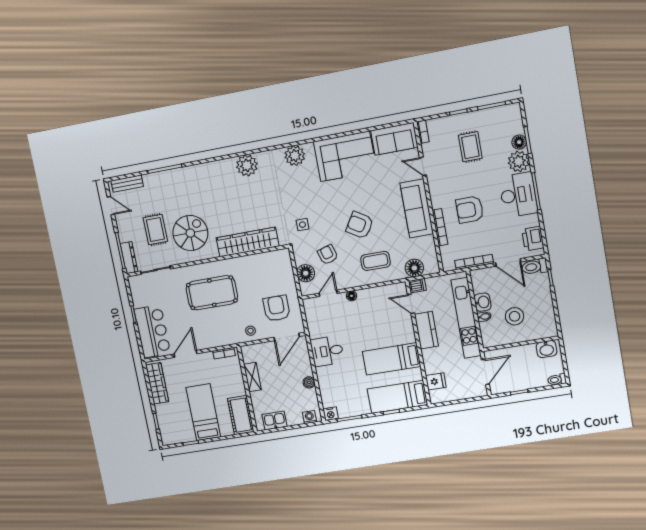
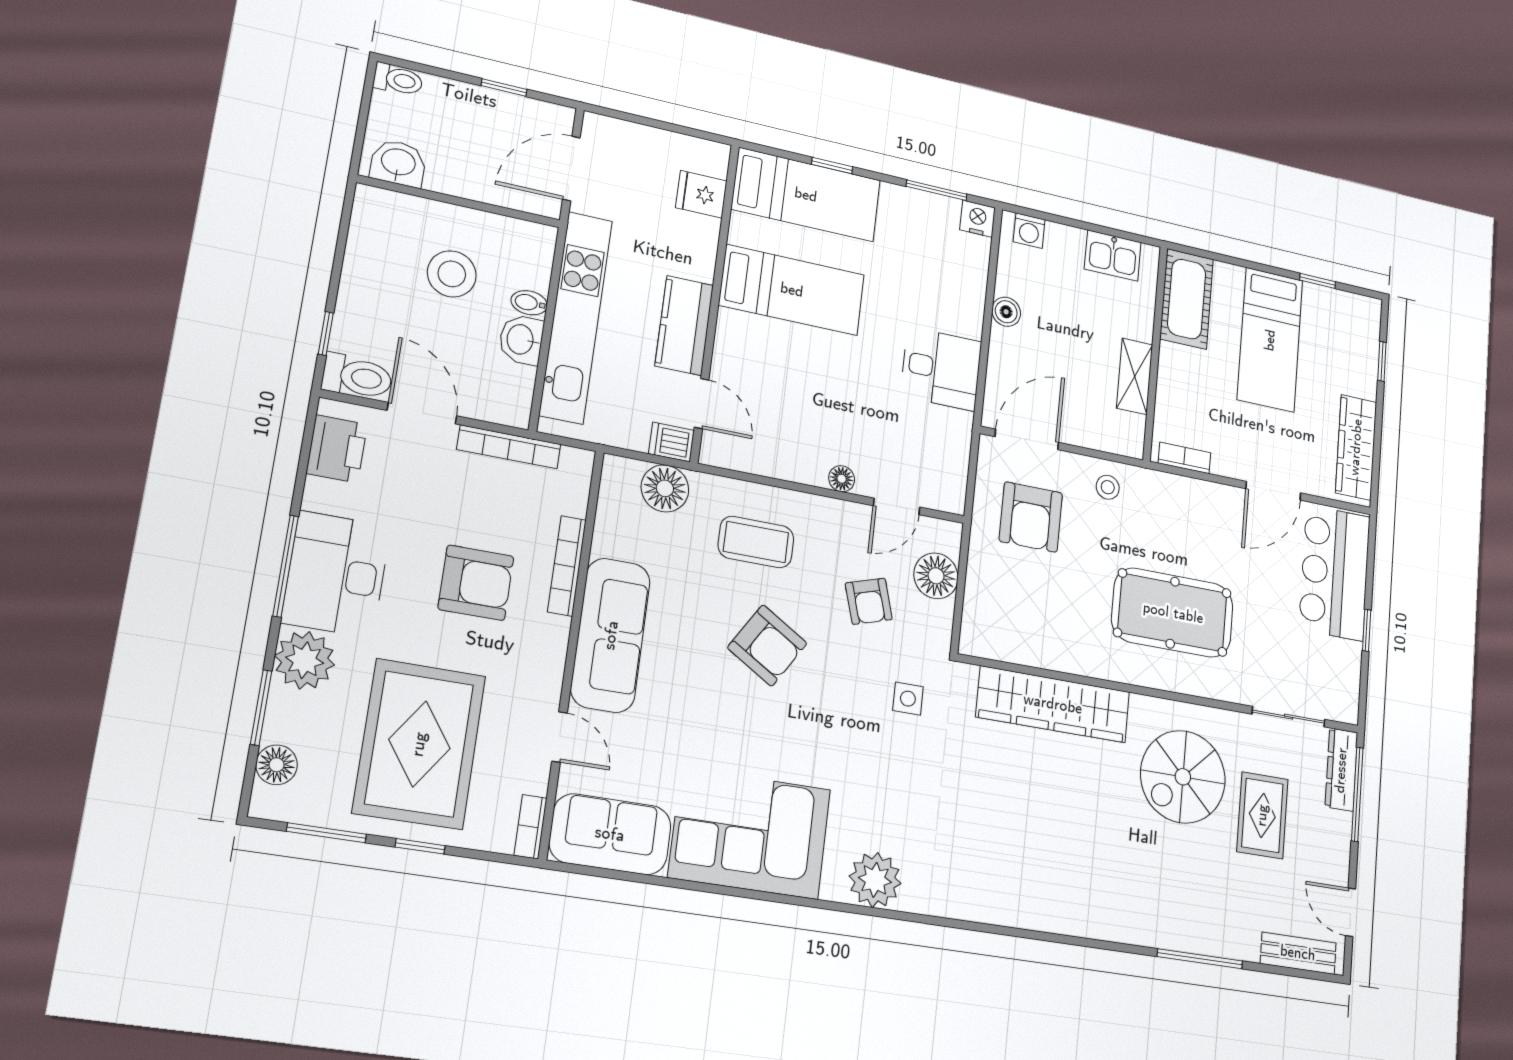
floor lamp: (519, 142) -> (277, 765), moved
rug: (470, 147) -> (419, 744), width x1.86, depth x2.06
plant: (247, 165) -> (1000, 897), removed

